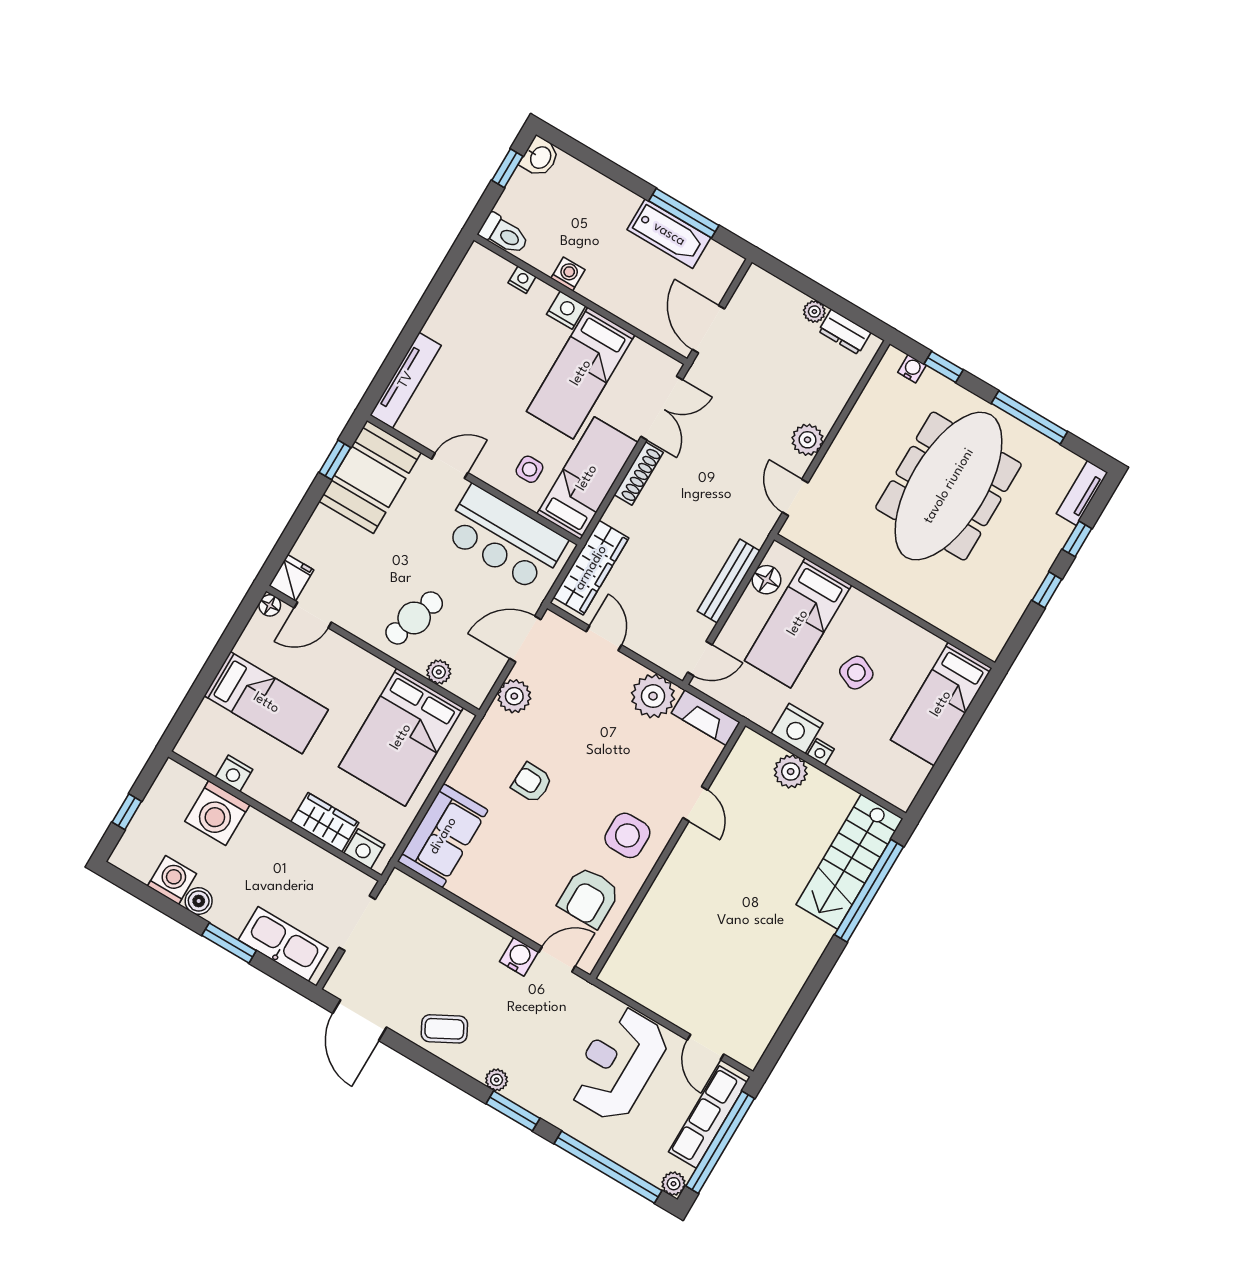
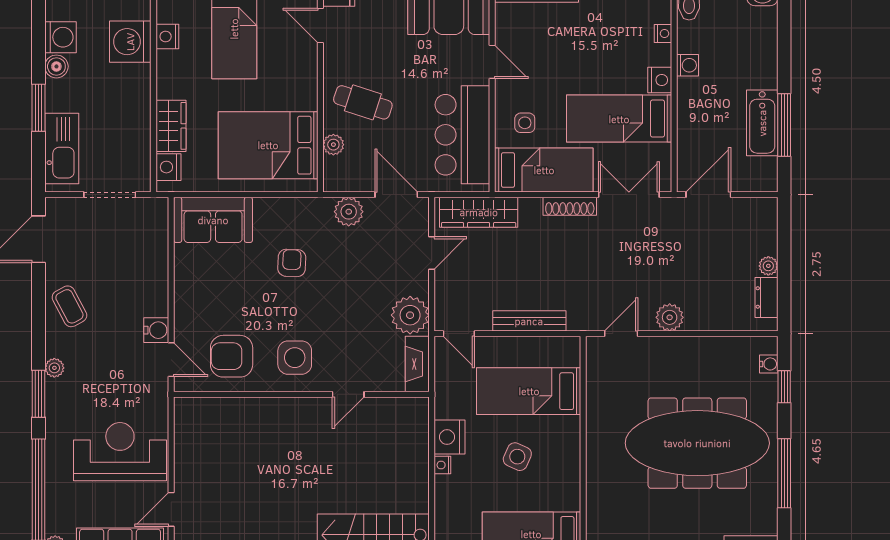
double door: (662, 408) -> (629, 195), swing flipped
floor lamp: (766, 580) -> (547, 348), removed
plant: (791, 772) -> (414, 451), removed

